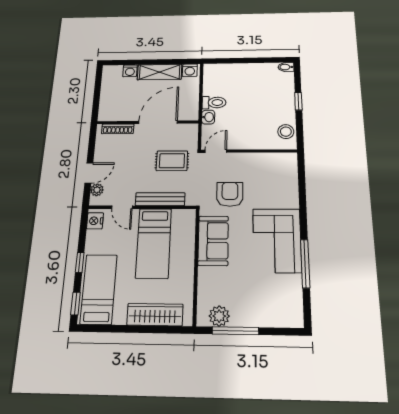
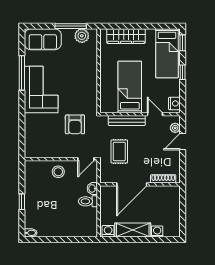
stool: (286, 132) -> (58, 172), moved
rug: (172, 161) -> (119, 151), turned 90
sofa: (213, 241) -> (43, 39), moved, turned -90

